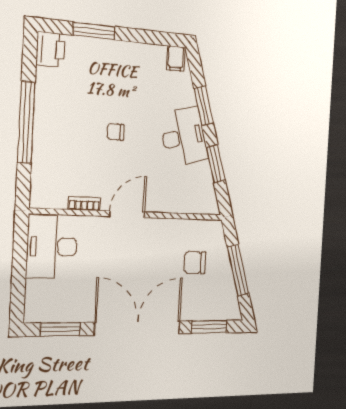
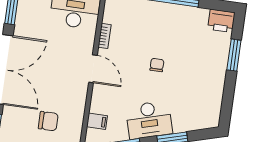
filing cabinet: (176, 59) -> (97, 121), moved, turned 180
chair: (195, 263) -> (48, 121), turned 90

